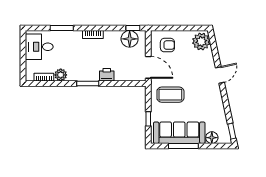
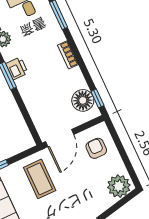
armchair: (167, 45) -> (96, 148), turned 180
printer: (107, 75) -> (17, 68), moved

